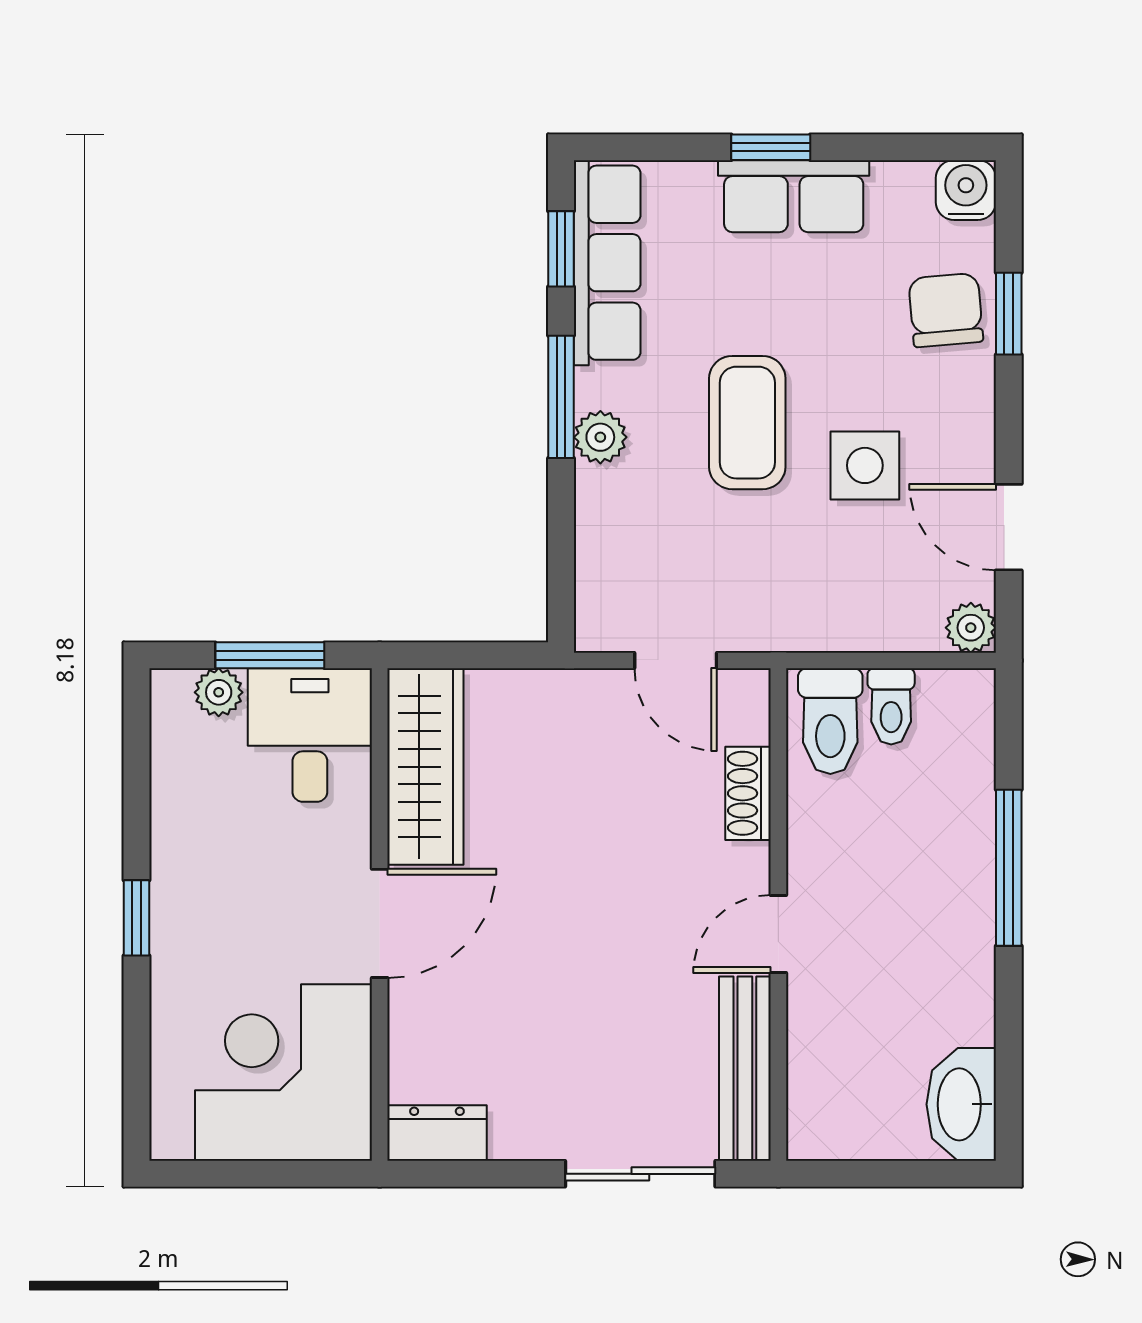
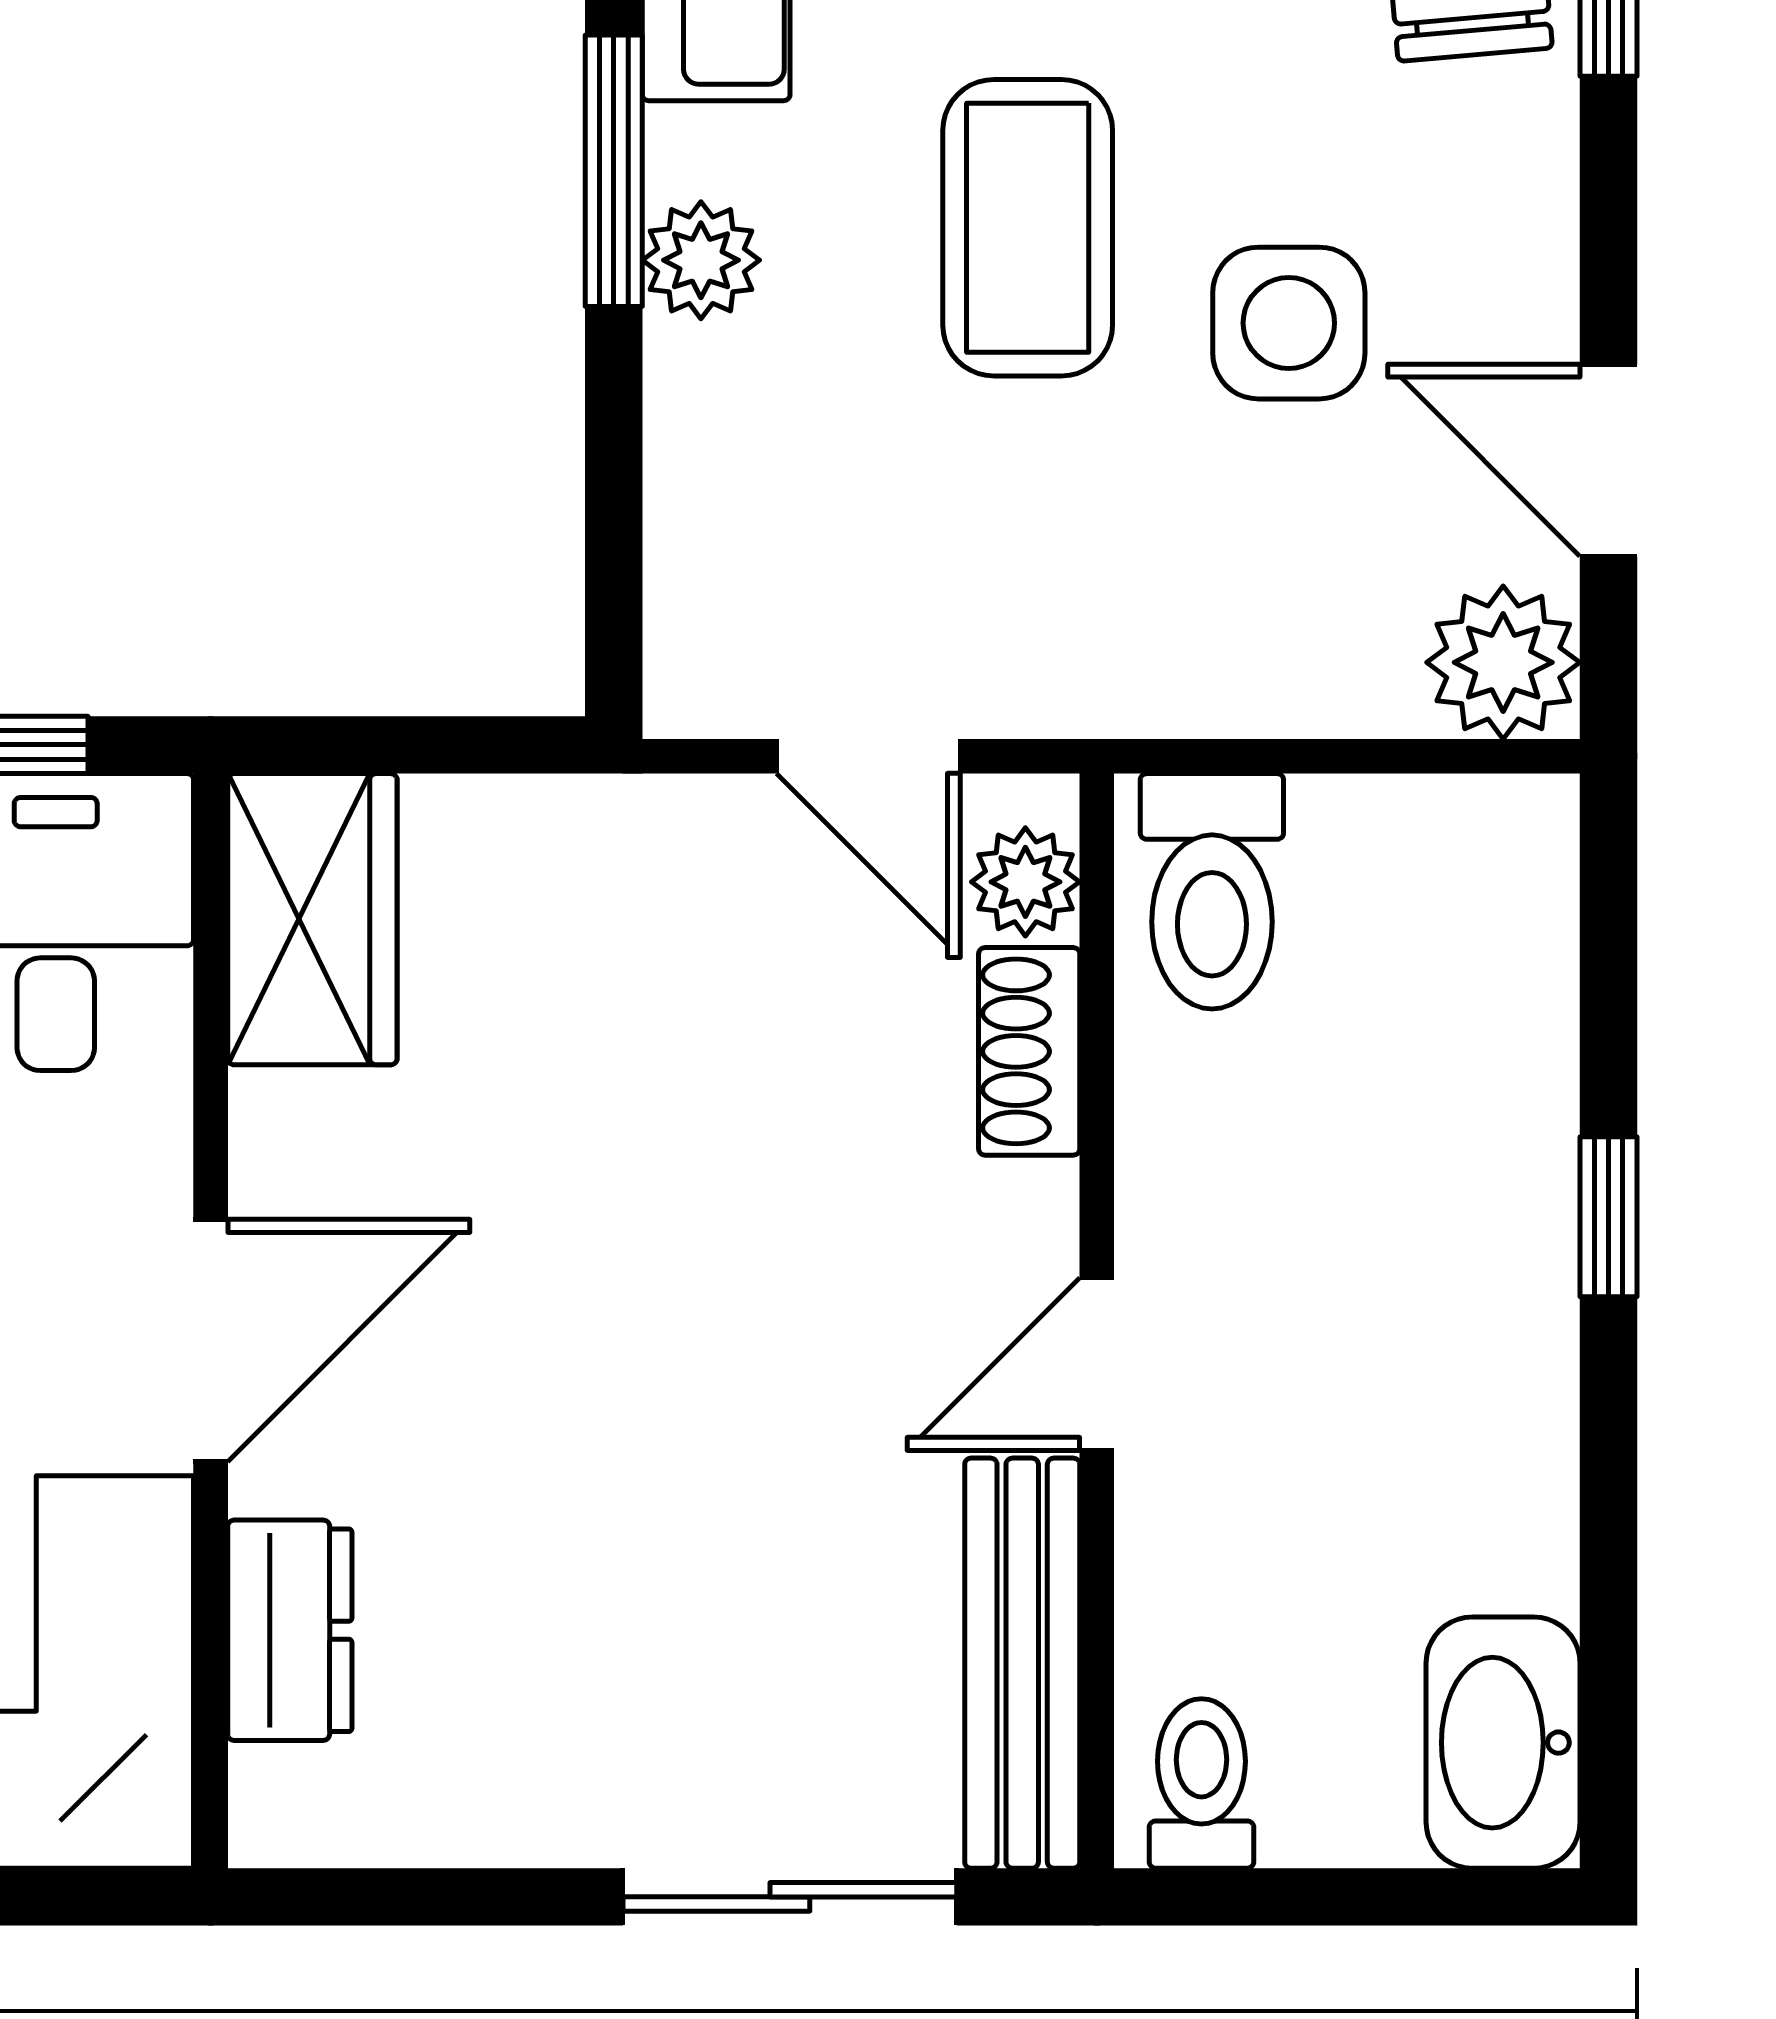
plant: (971, 628) -> (1503, 662), width x1.38, depth x1.38
toilet: (891, 706) -> (1201, 1783), moved, turned 180
plant: (746, 717) -> (1025, 882), added
wardrobe: (425, 767) -> (312, 919), width x0.67
window: (1009, 868) -> (1608, 1217), width x0.46
dresser: (437, 1133) -> (290, 1630), moved, turned 90

